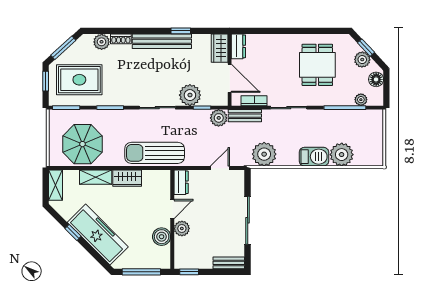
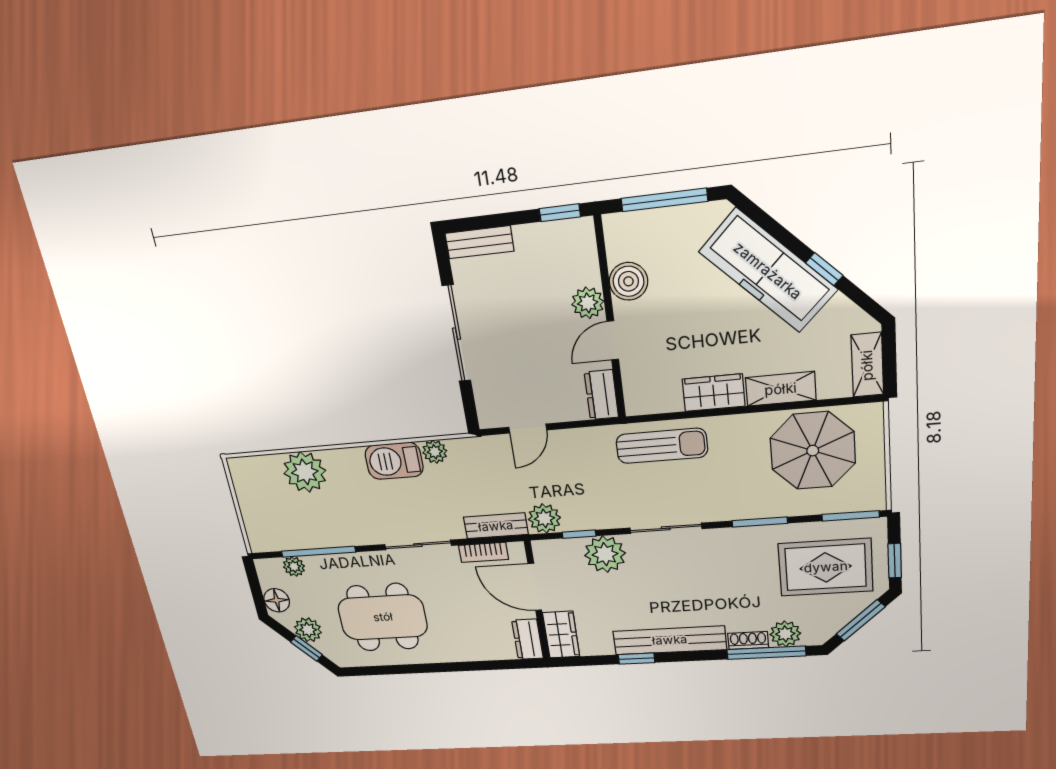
window: (112, 31) -> (766, 653), added
dining table: (317, 65) -> (383, 617), width x1.38
sun lounger: (155, 153) -> (662, 446), width x0.73, depth x0.75
plant: (264, 154) -> (435, 452), width x0.53, depth x0.53
barbecue: (314, 157) -> (394, 461), moved

